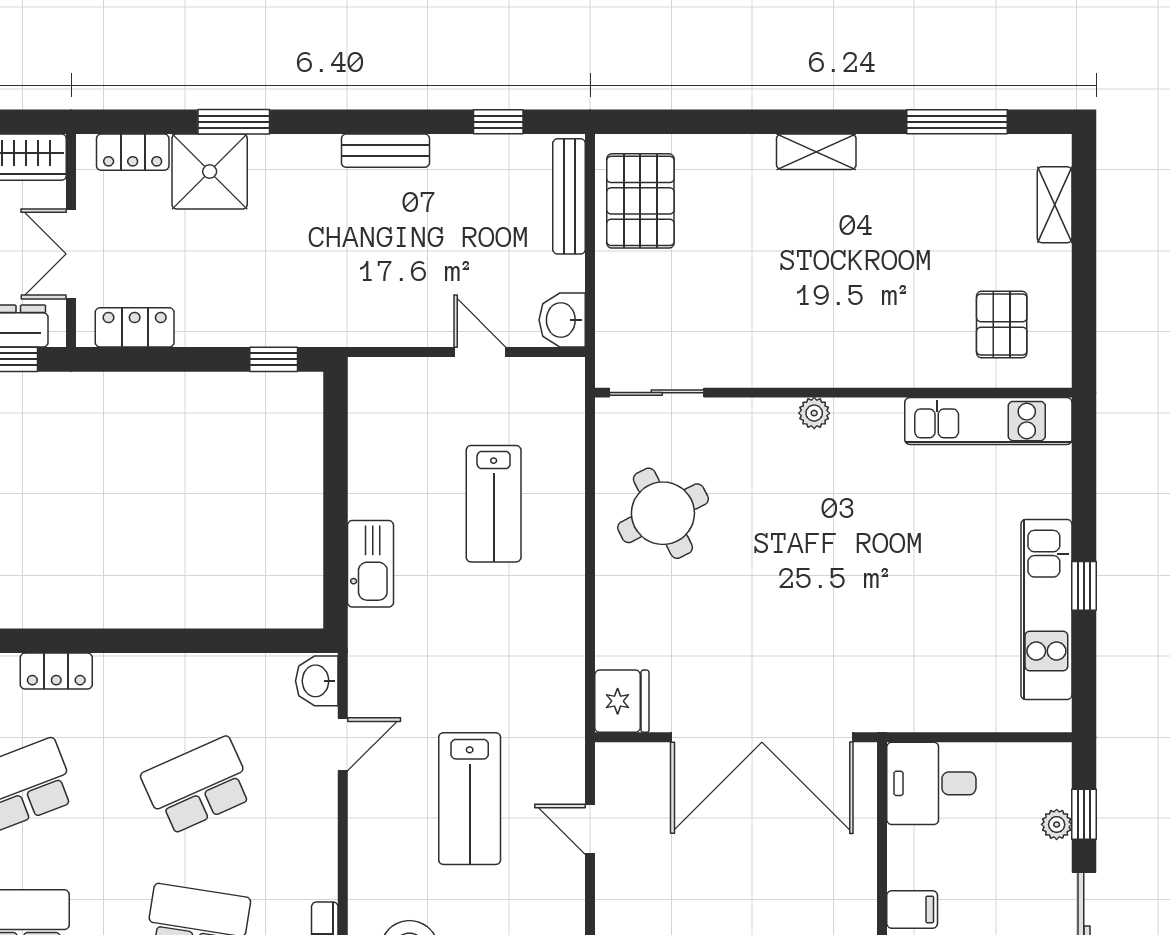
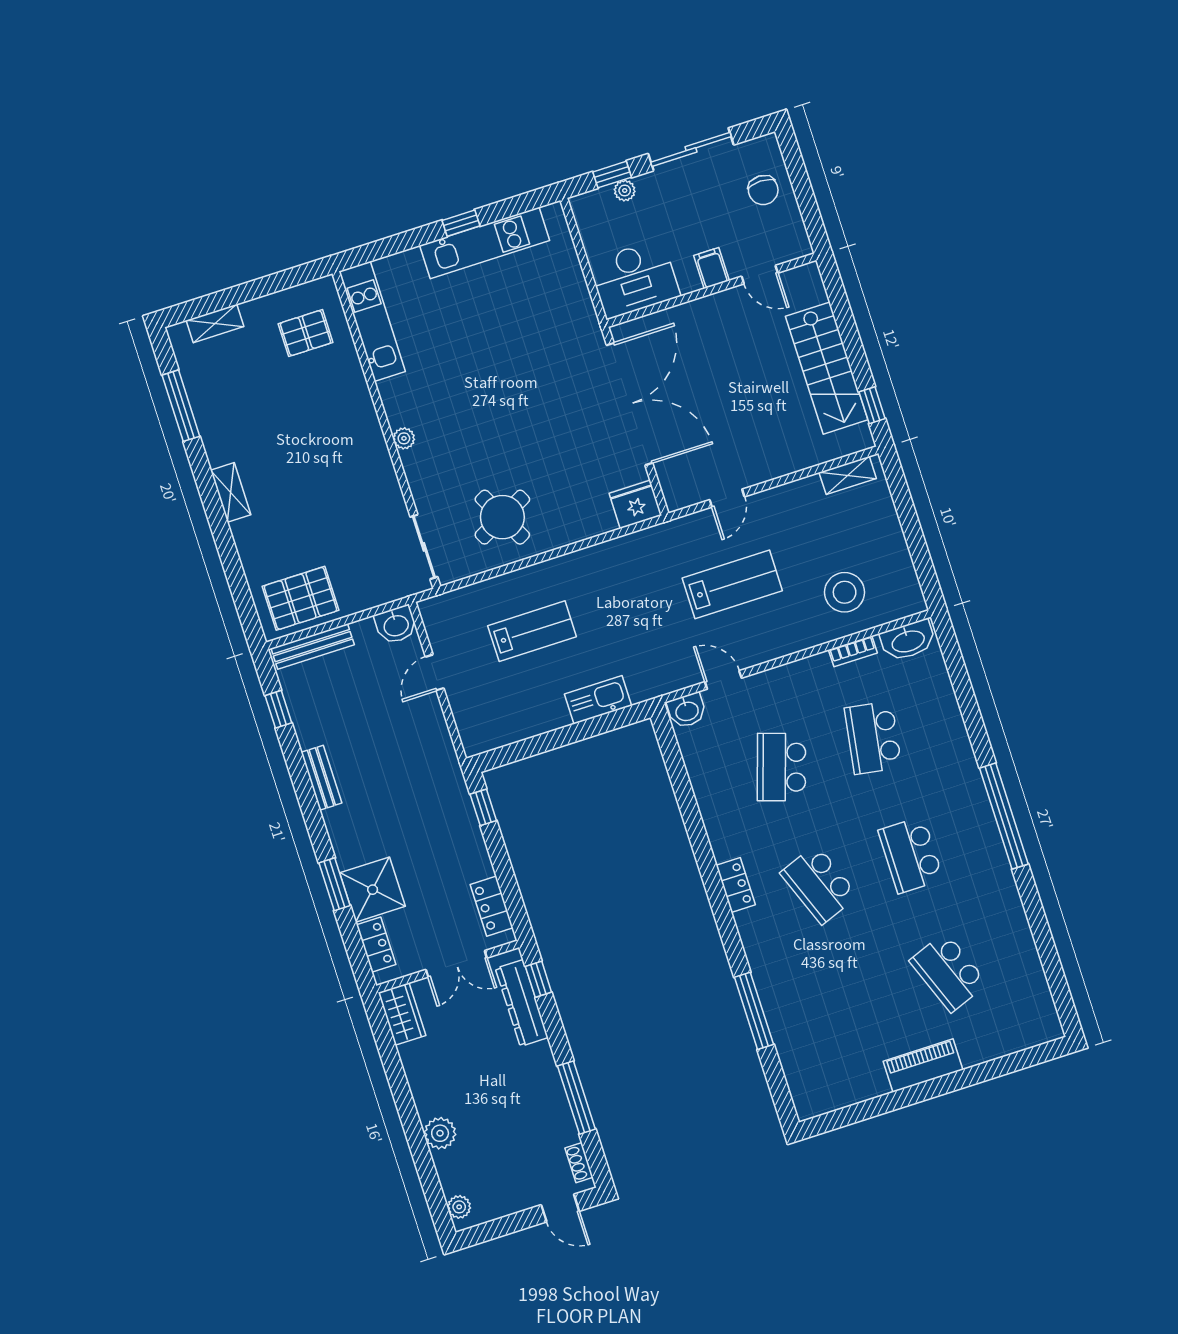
desk: (931, 783) -> (634, 279), width x1.37
school desk: (198, 786) -> (781, 767), turned 42

